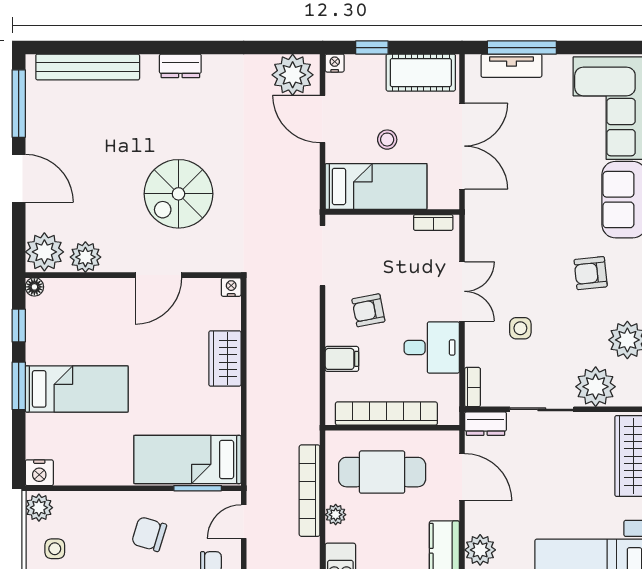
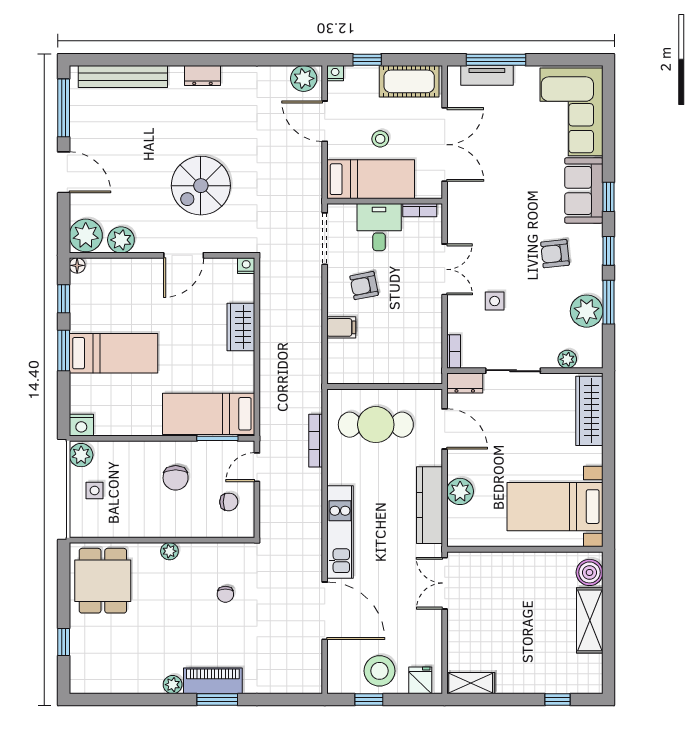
plant: (293, 75) -> (304, 78), width x0.73, depth x0.73
desk: (432, 347) -> (379, 227), moved, turned -90
plant: (596, 387) -> (567, 359), width x0.53, depth x0.53
bookcase: (386, 414) -> (380, 374), removed
bookcase: (310, 491) -> (316, 441), width x0.68, depth x0.76
plant: (336, 515) -> (336, 461), removed
chair: (149, 534) -> (176, 478), turned -107

